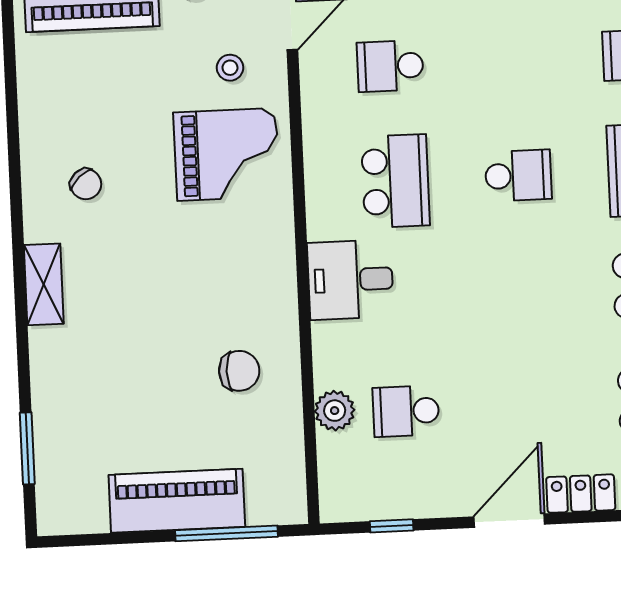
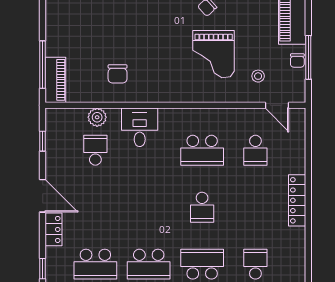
school desk: (390, 66) -> (255, 150), turned 180
grand piano: (227, 154) -> (214, 54), moved
desk: (350, 280) -> (140, 127), moved
piano: (177, 501) -> (55, 80), moved, width x0.73, depth x0.75

